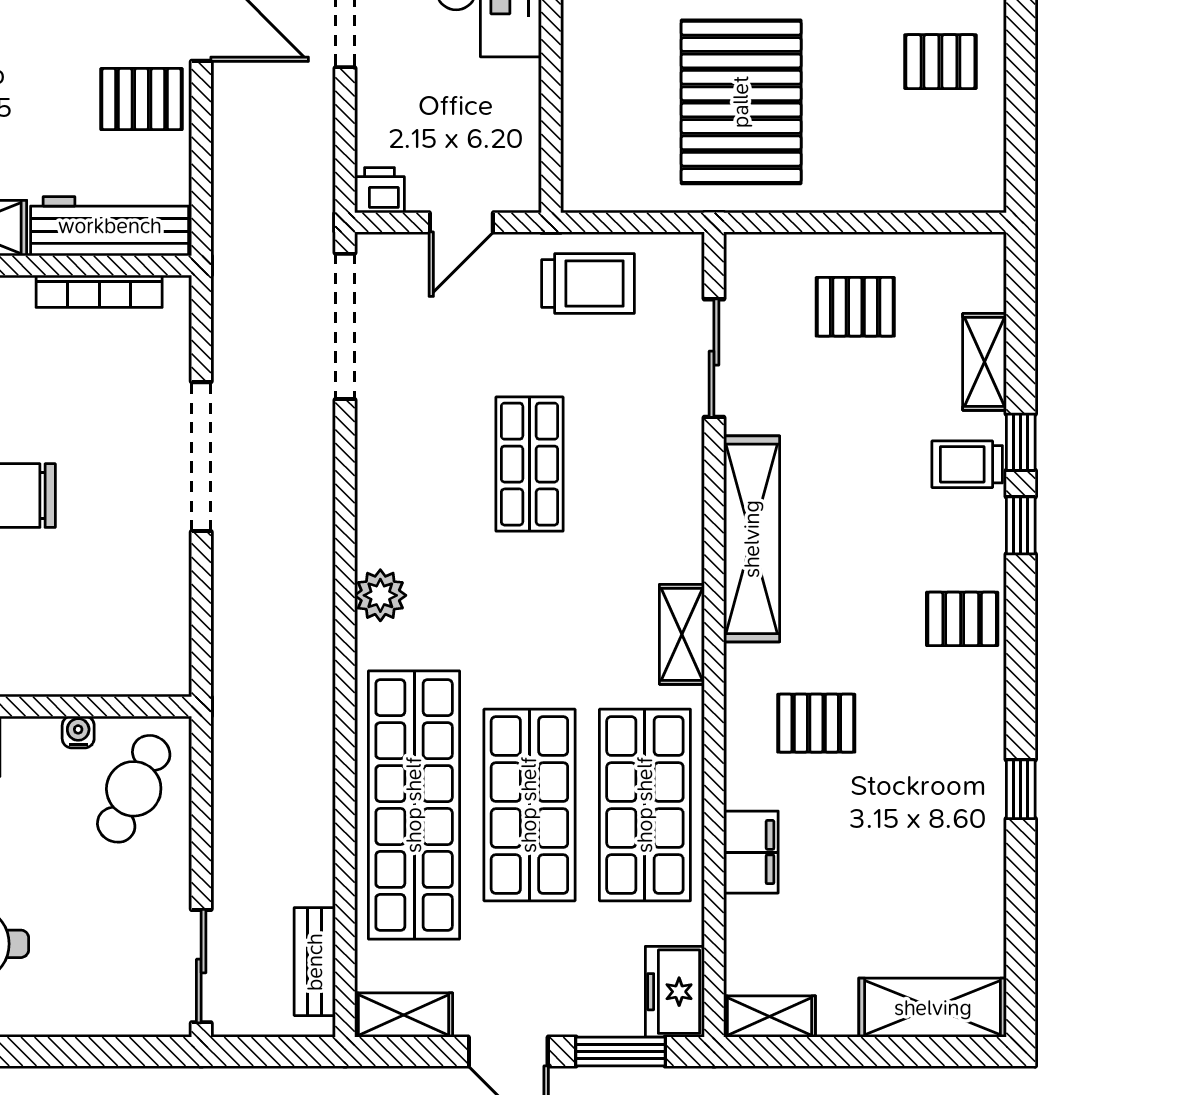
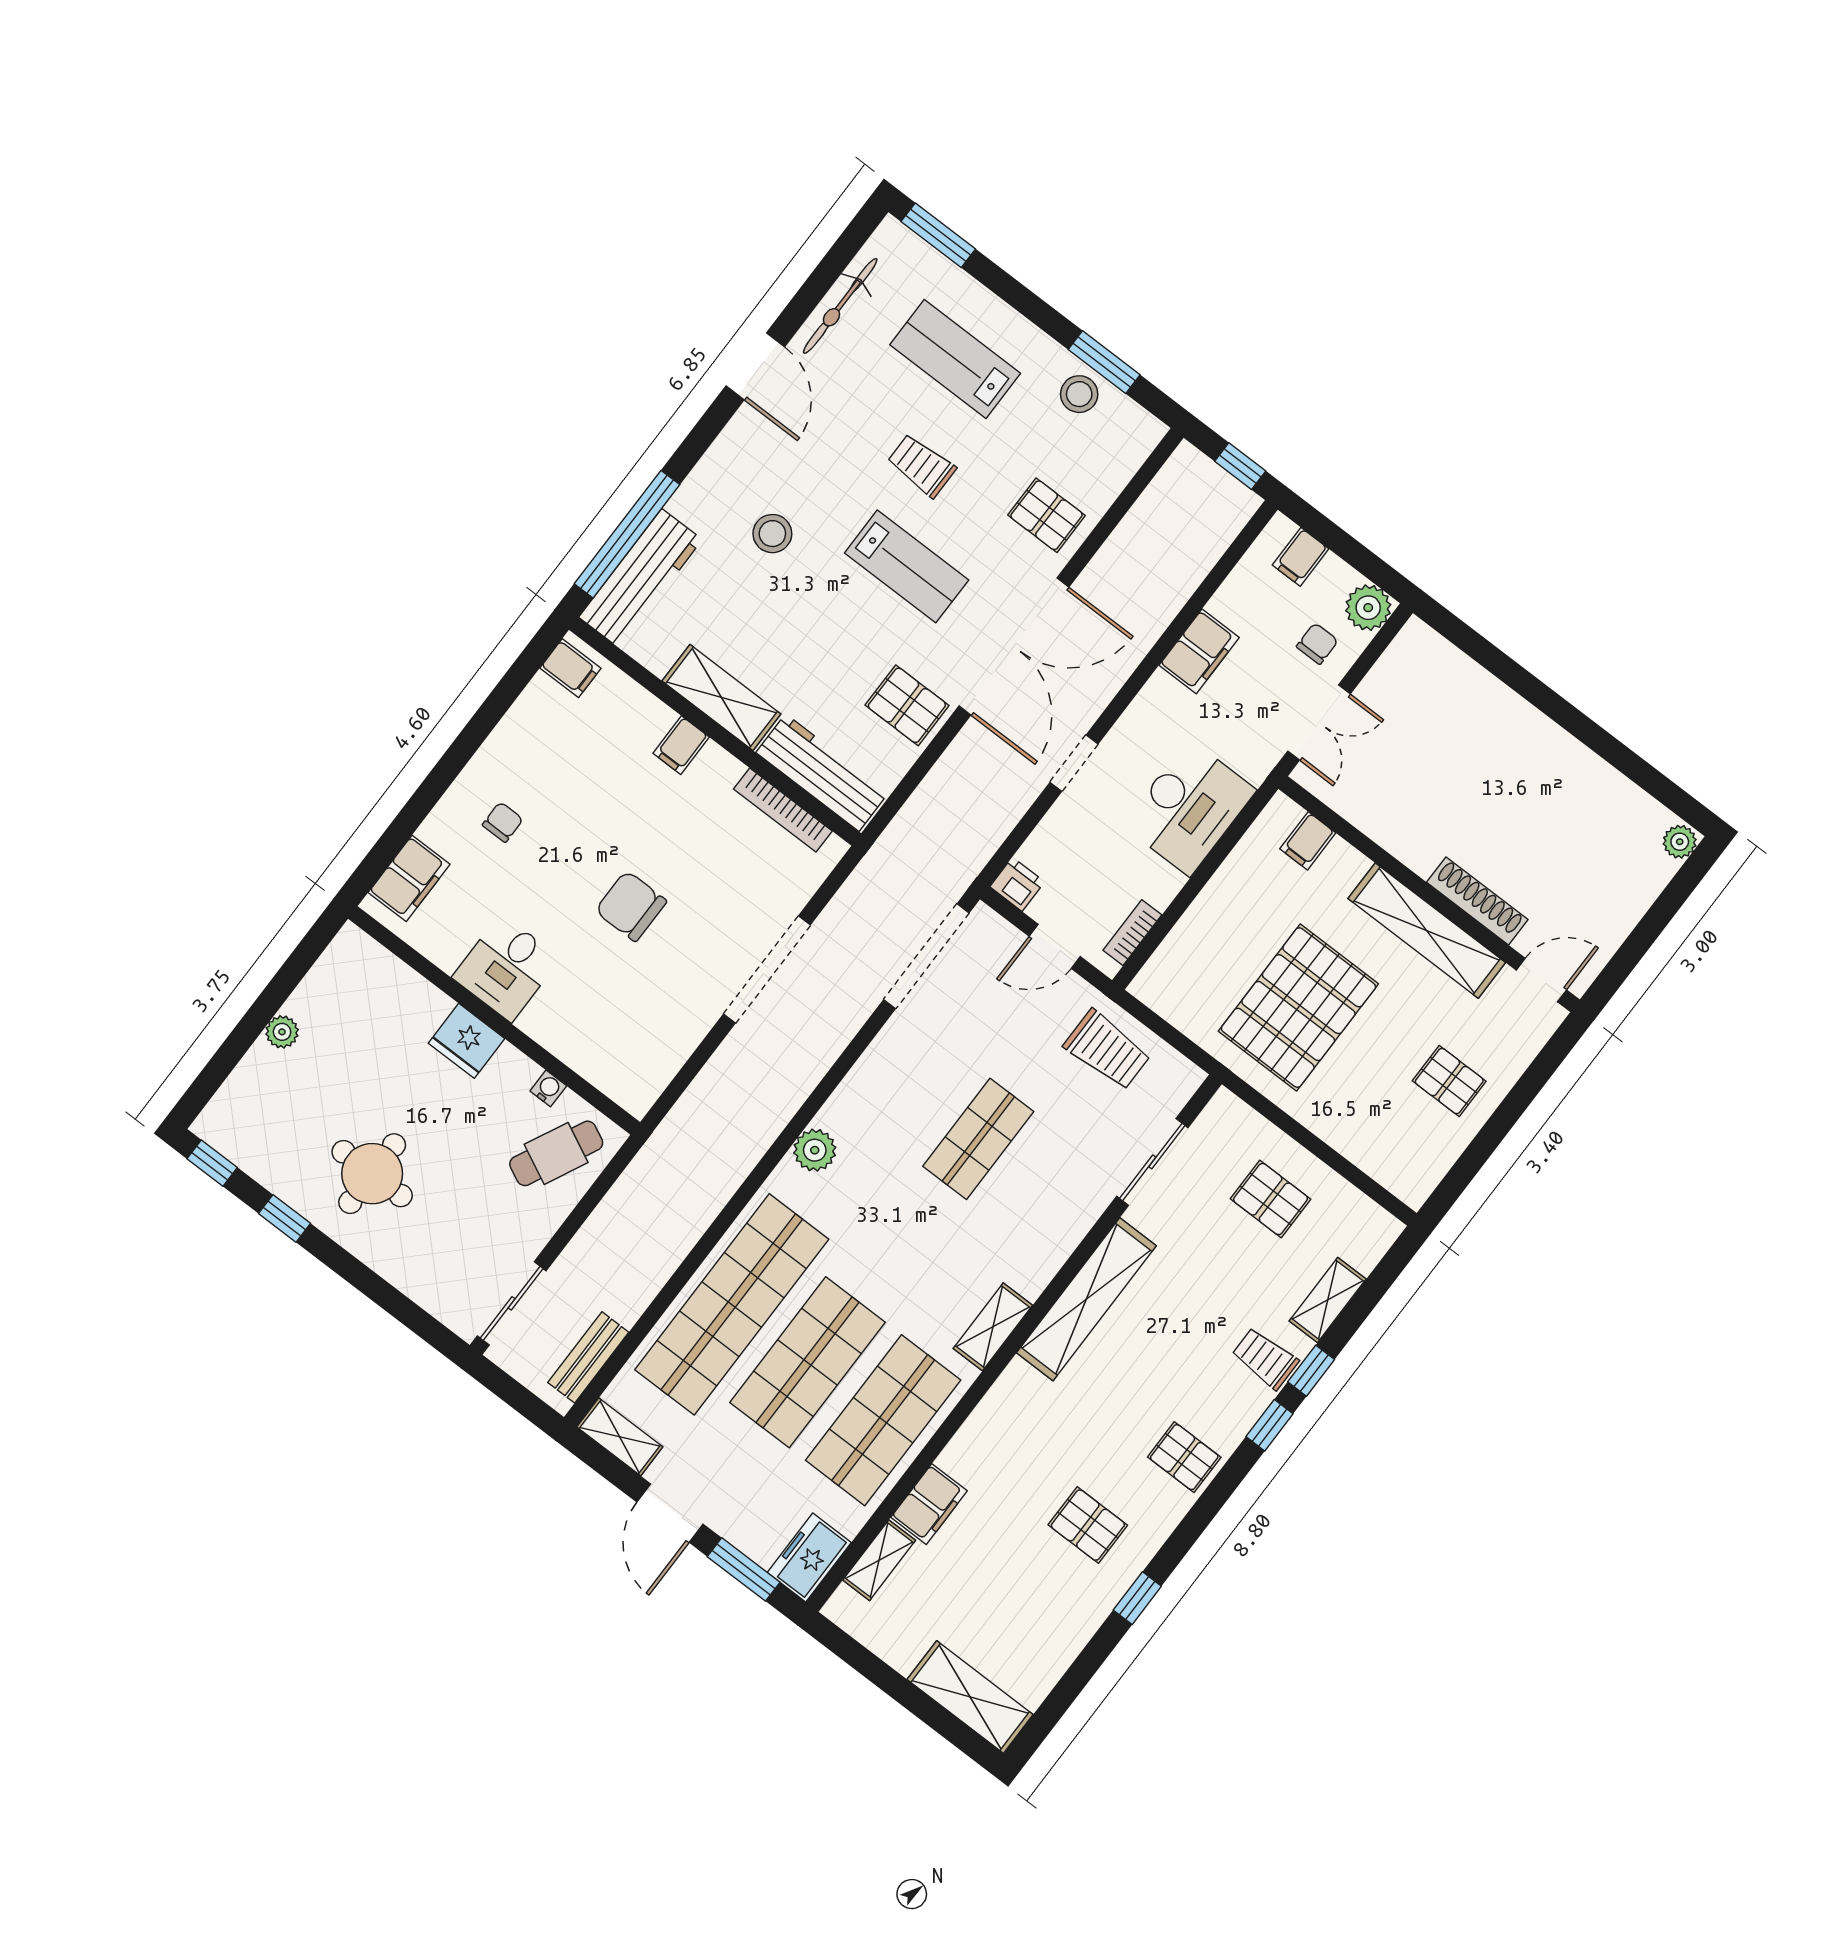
bookcase: (526, 152) -> (1132, 933), added
pallet: (816, 723) -> (1088, 1525), moved
shelving: (769, 1016) -> (879, 1560), moved, turned 90

